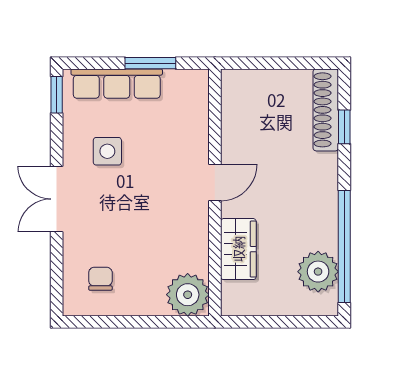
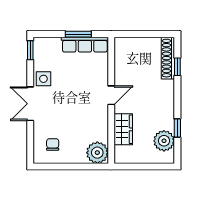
row of seats: (117, 84) -> (85, 45), moved
side table: (107, 151) -> (43, 79), moved
window: (344, 246) -> (177, 128), width x0.32

